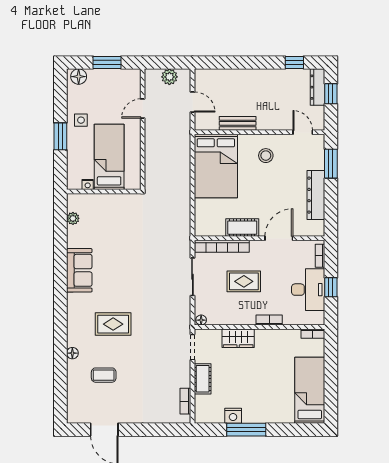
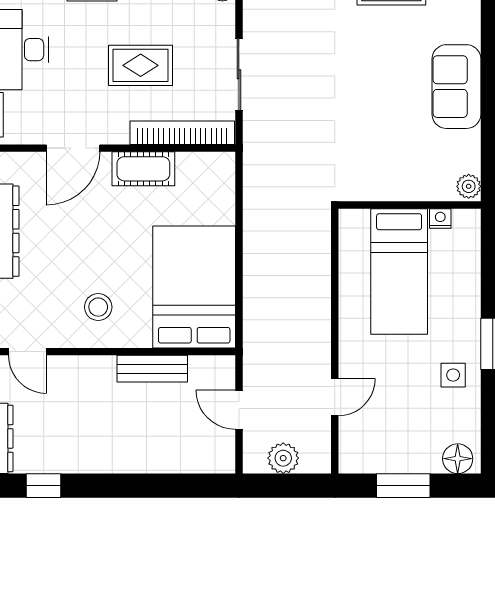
bed: (109, 157) -> (399, 271), moved
nightstand: (88, 184) -> (440, 219), moved
wall: (104, 192) -> (410, 205), moved

